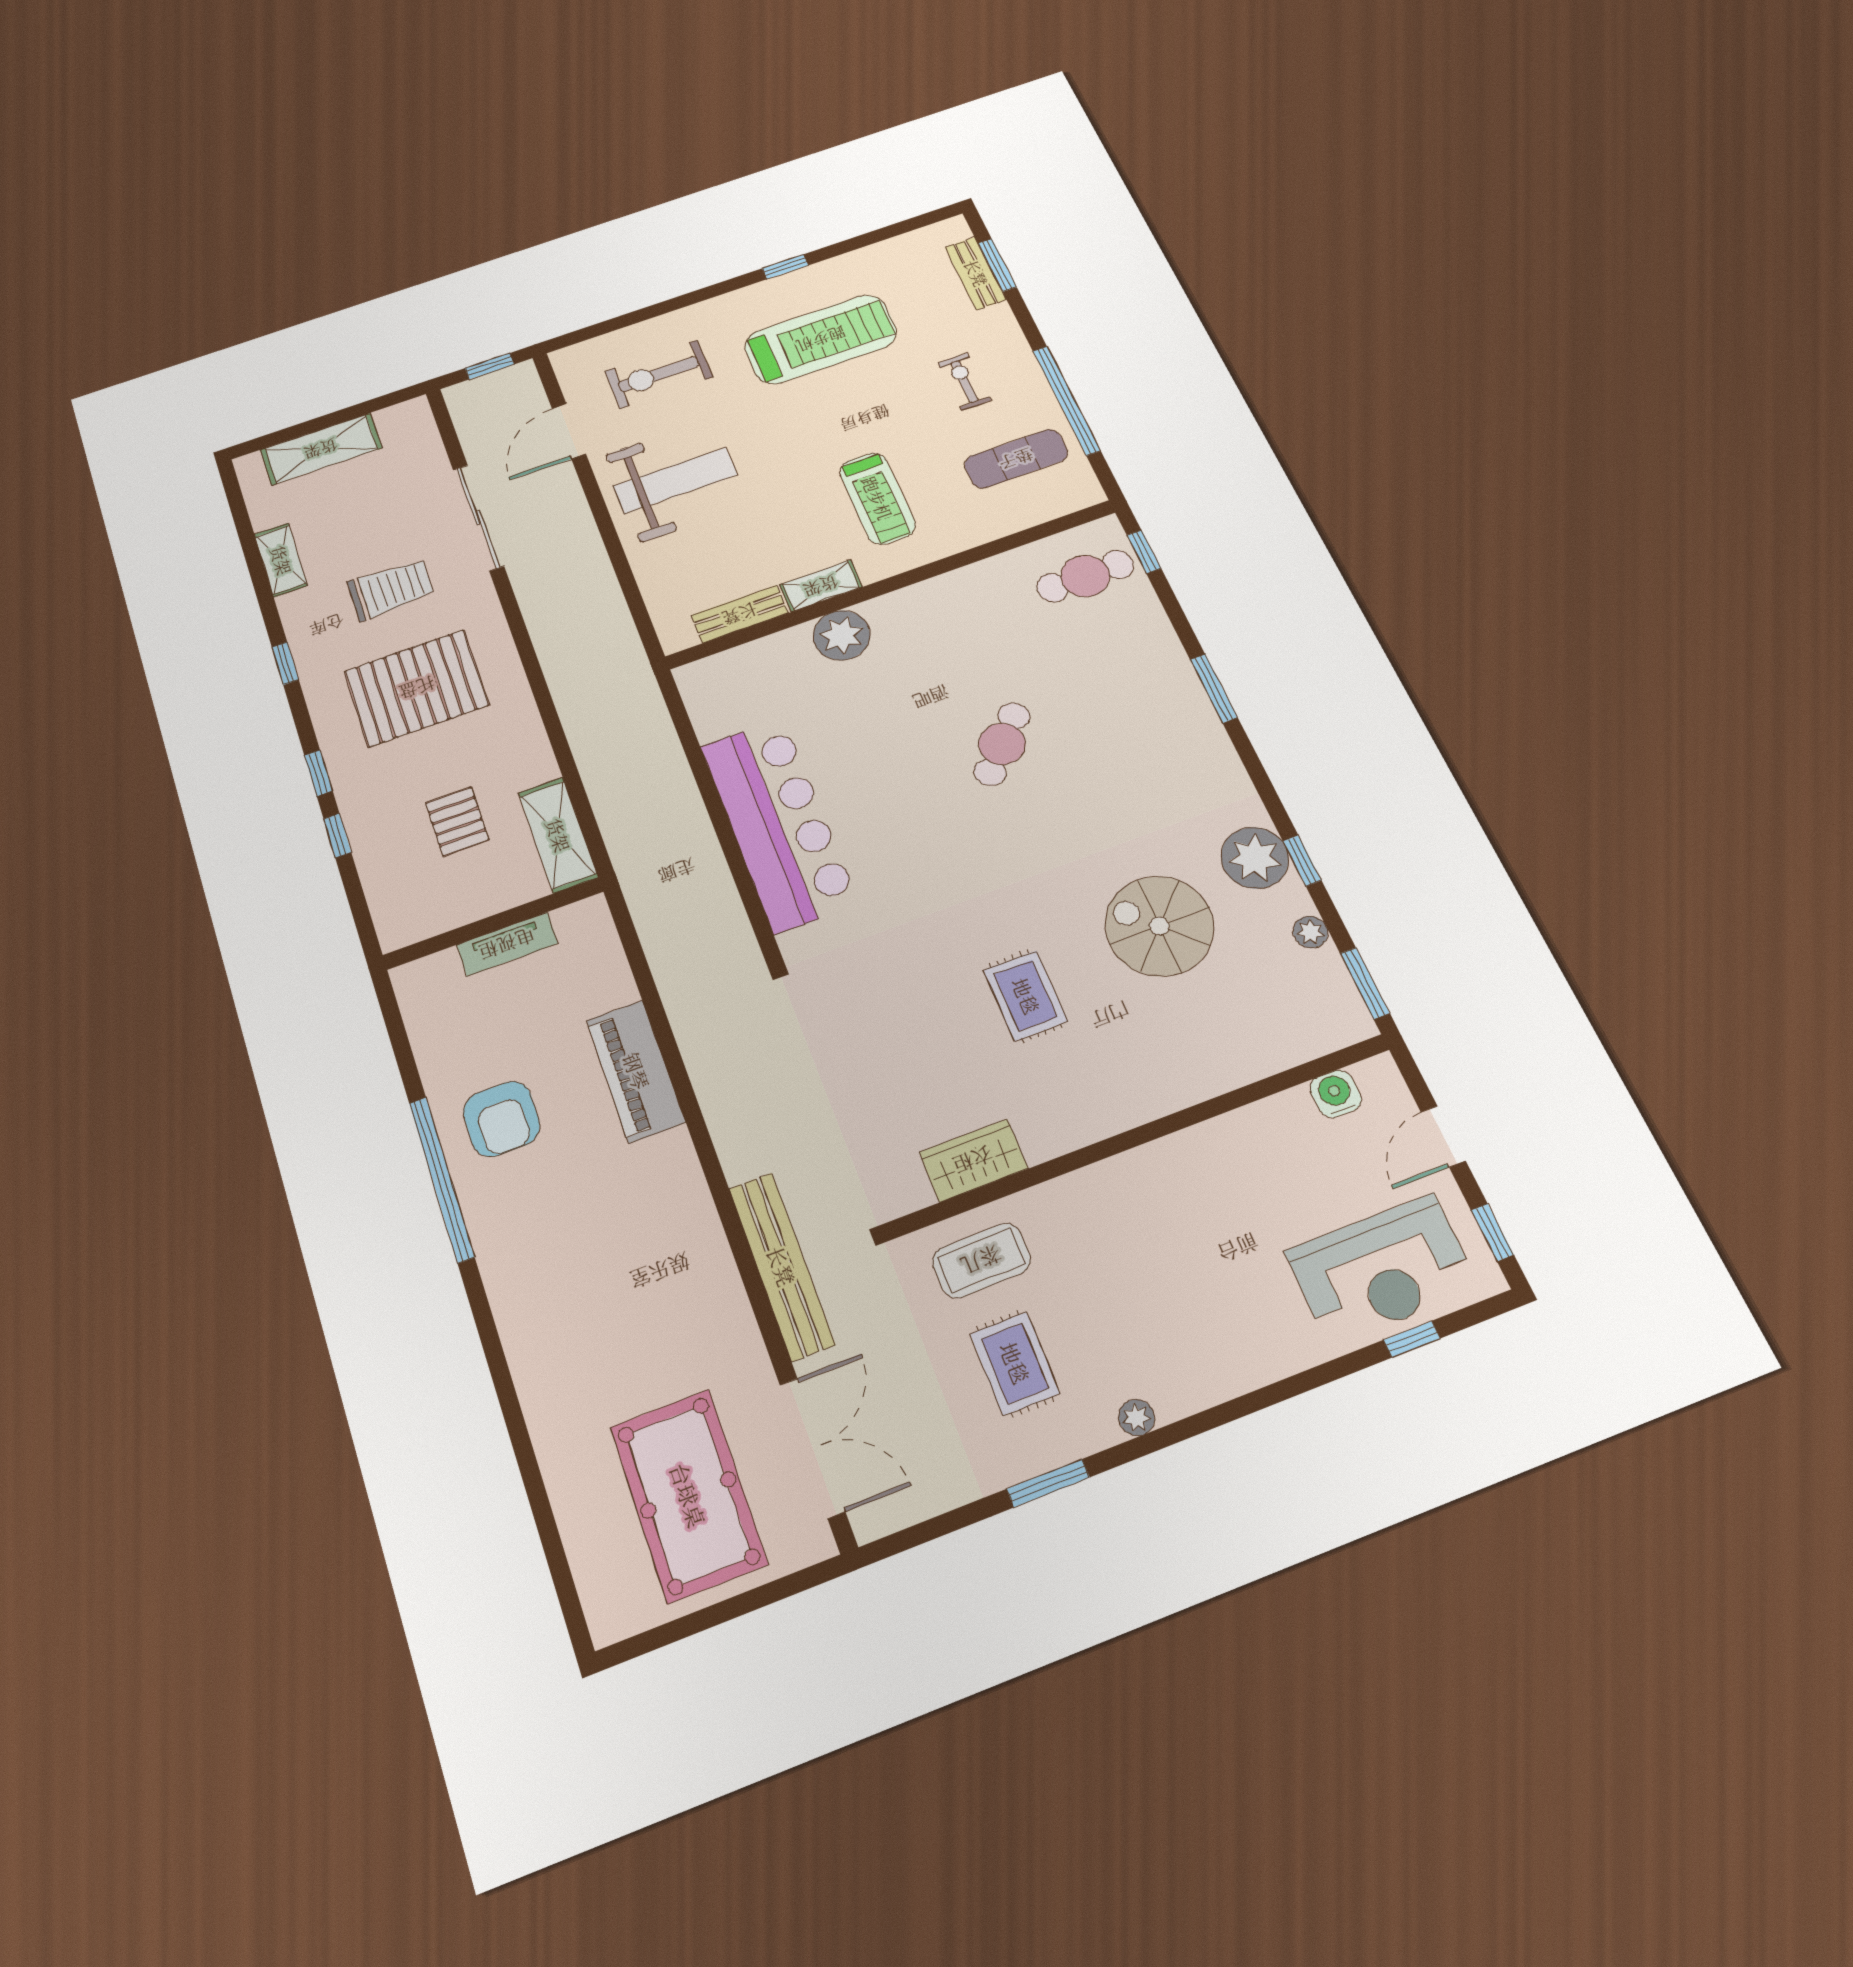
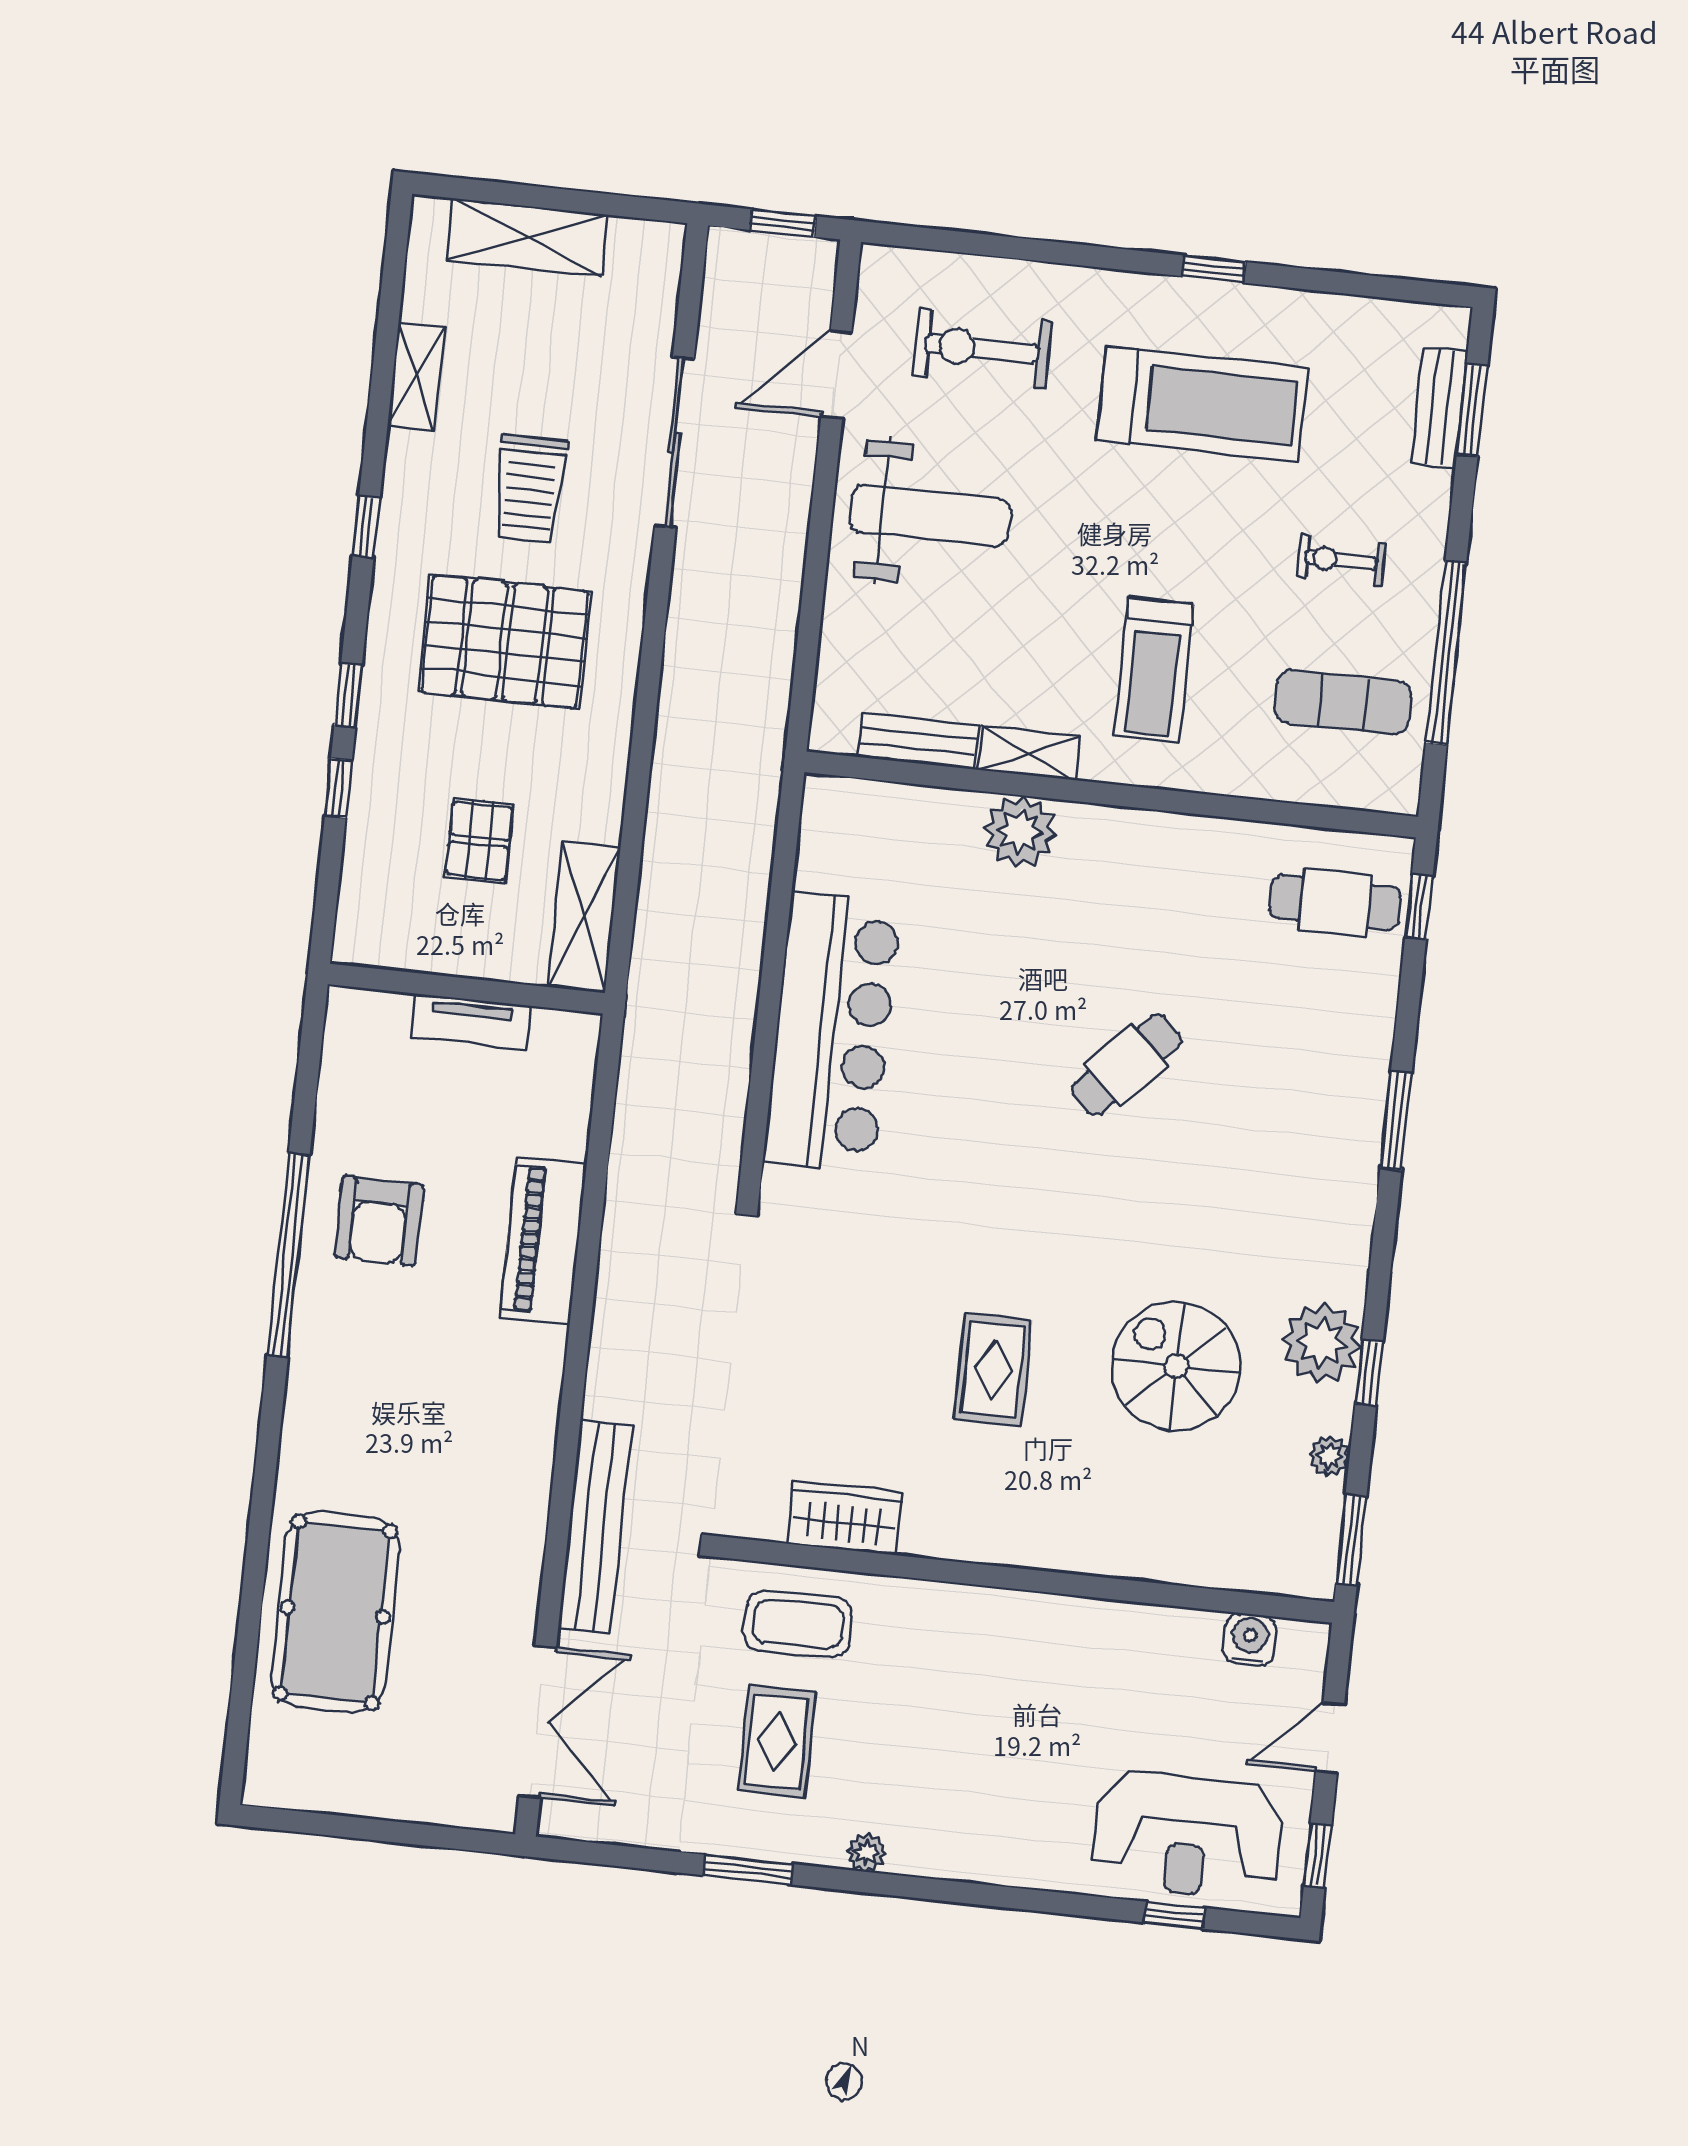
exercise bike: (964, 382) -> (1341, 560), turned -90
trolley: (391, 589) -> (530, 489), turned 90
pool table: (688, 1495) -> (335, 1612), moved

